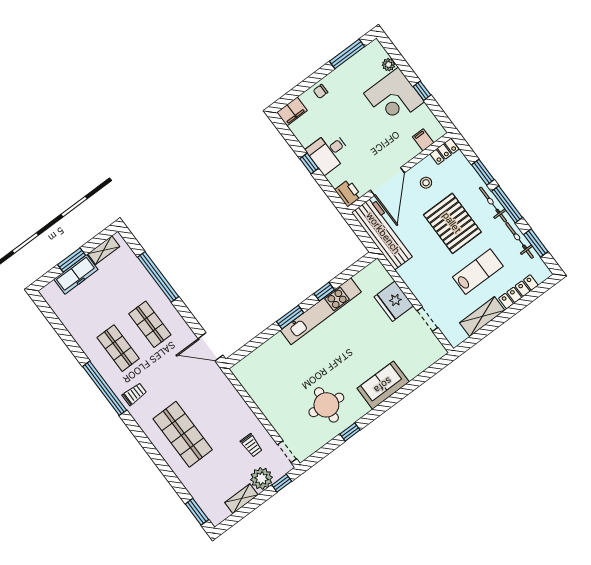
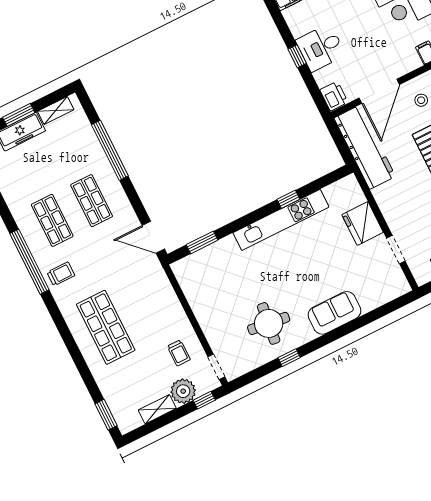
window: (290, 317) -> (202, 242), moved

